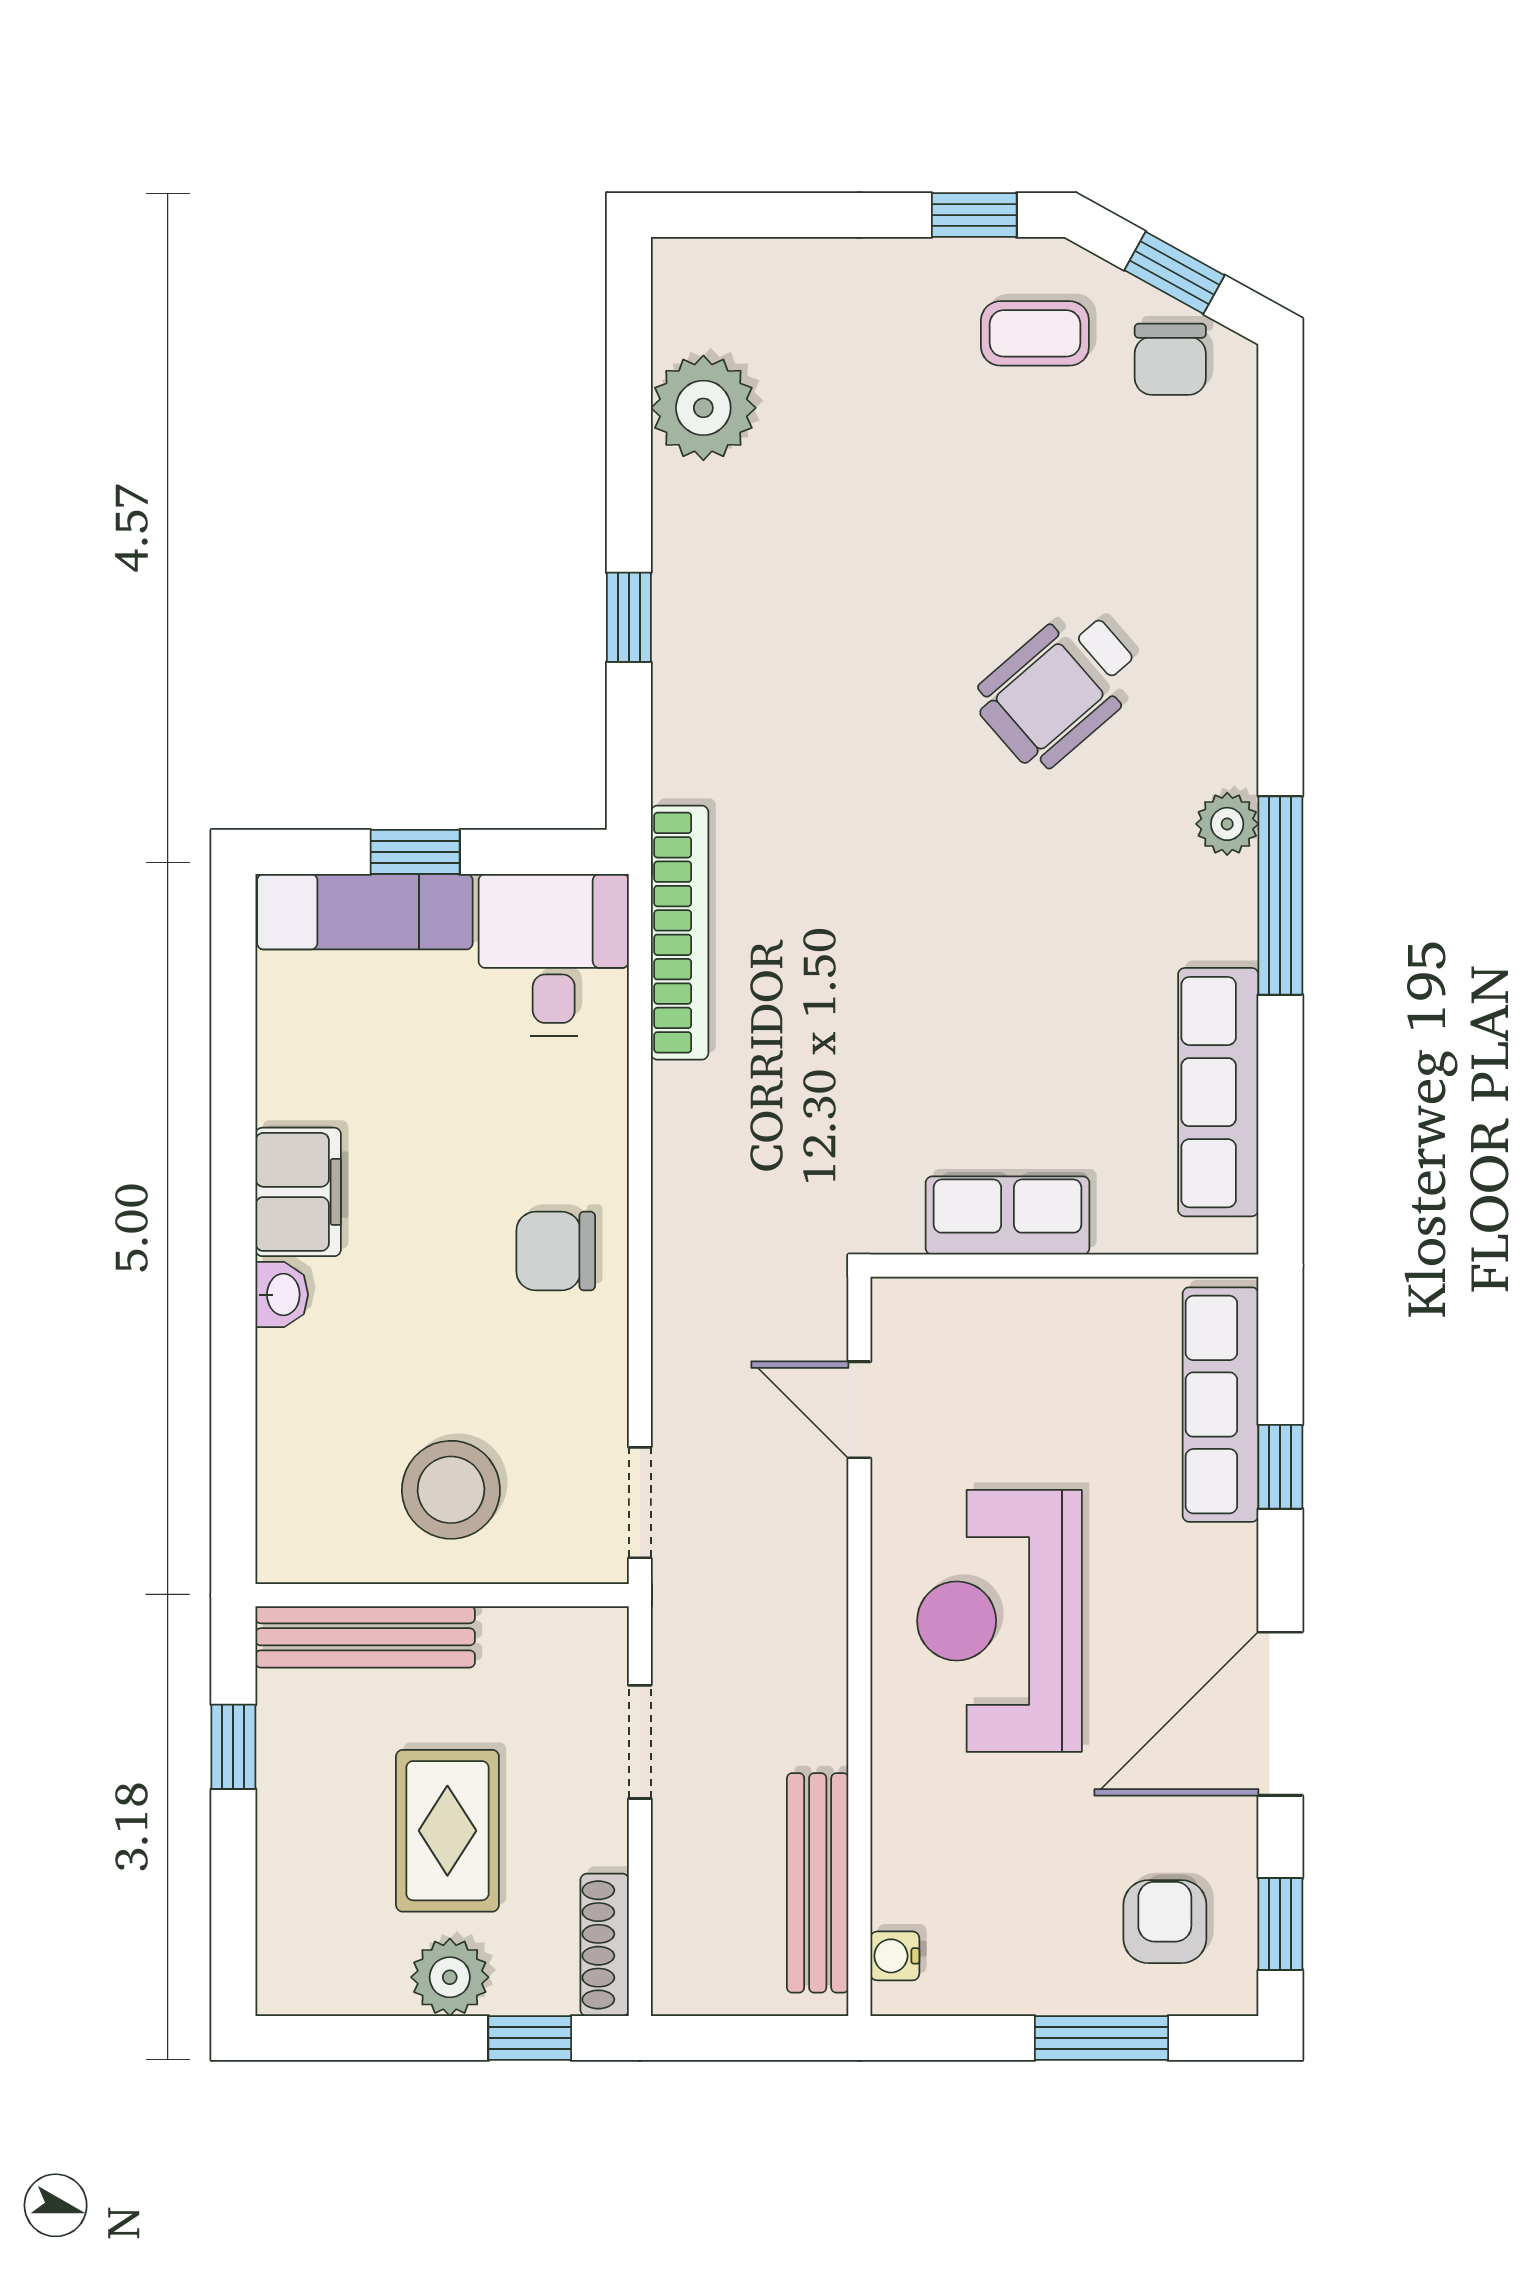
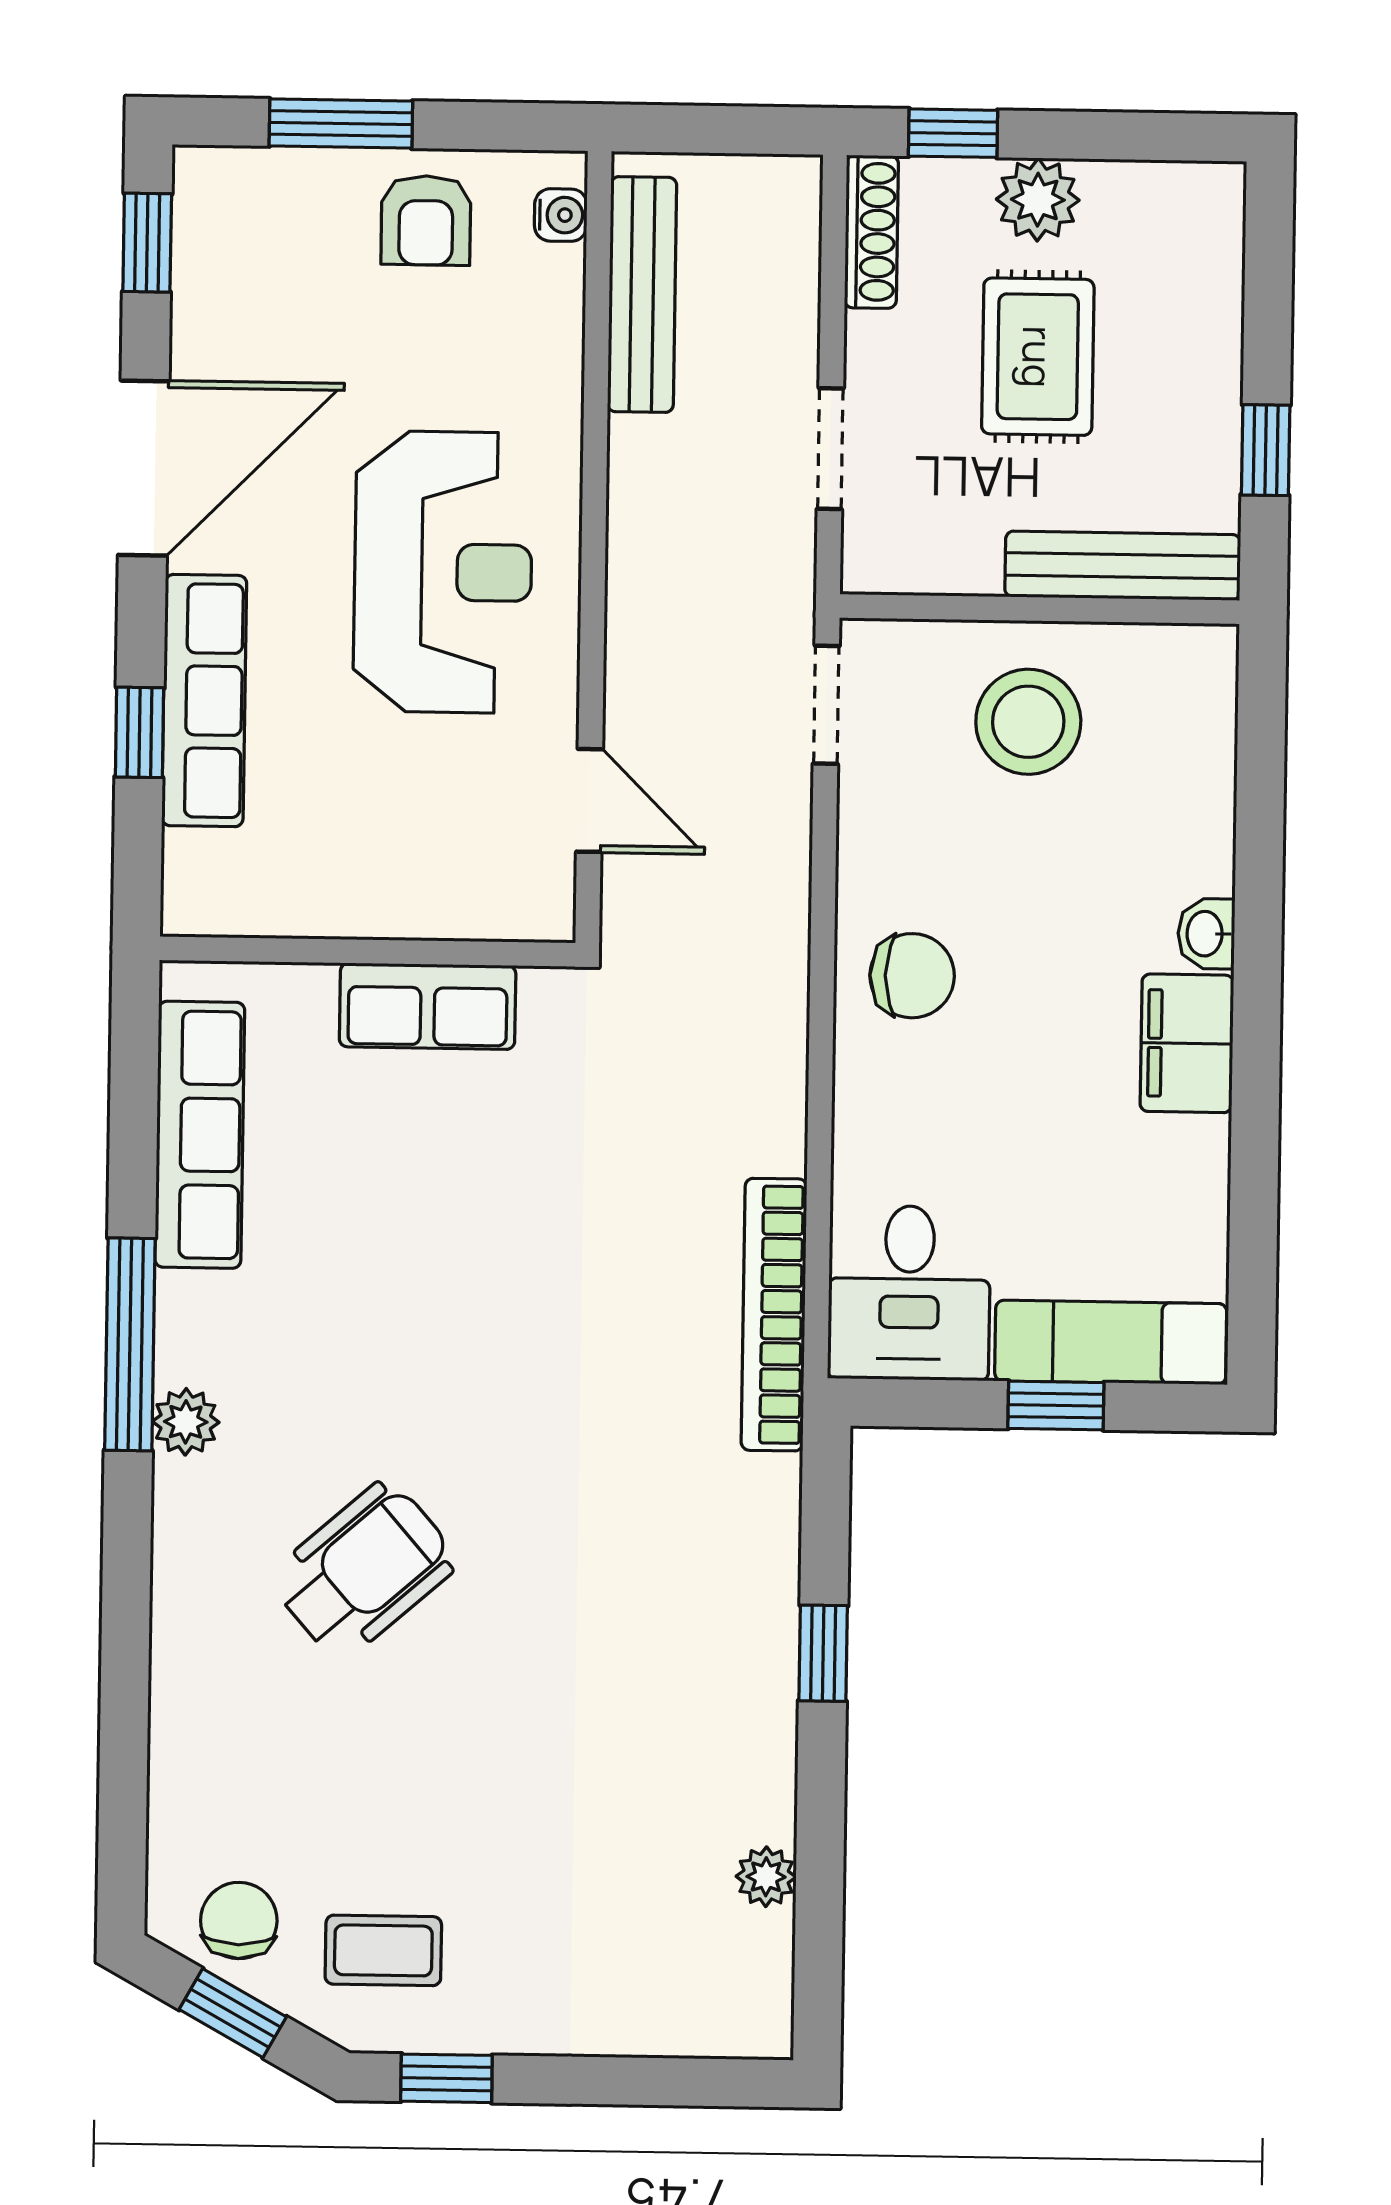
plant: (703, 408) -> (766, 1877), width x0.53, depth x0.53
row of seats: (1220, 1405) -> (204, 701), moved
armchair: (1165, 1922) -> (426, 220), moved

